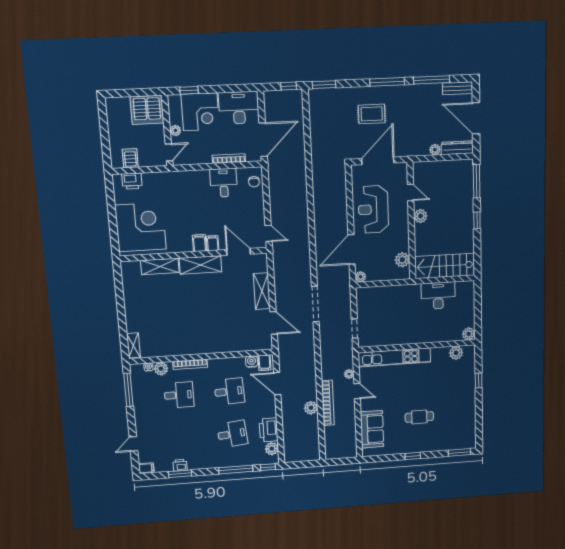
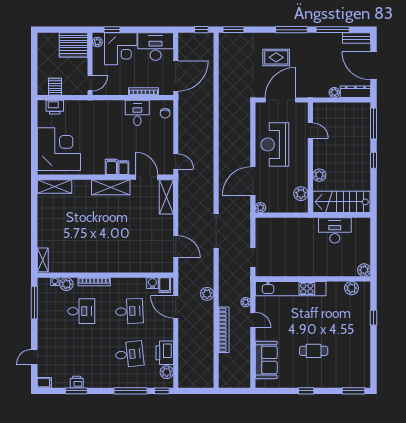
plant: (175, 130) -> (97, 42), moved
plant: (420, 216) -> (319, 175), moved
shelving: (160, 266) -> (55, 186), moved
shelving: (262, 291) -> (166, 197), moved
plant: (311, 408) -> (207, 294), moved

